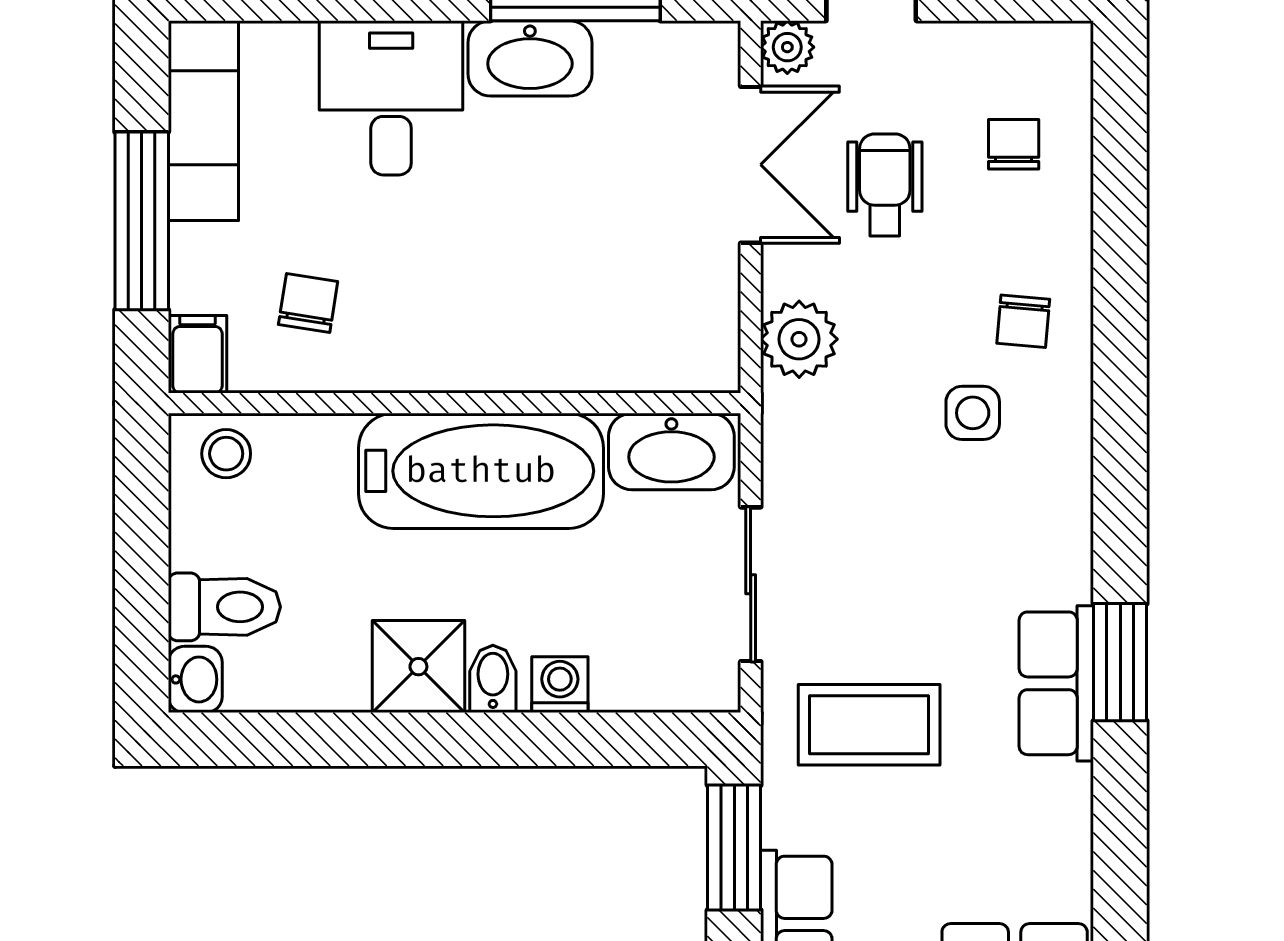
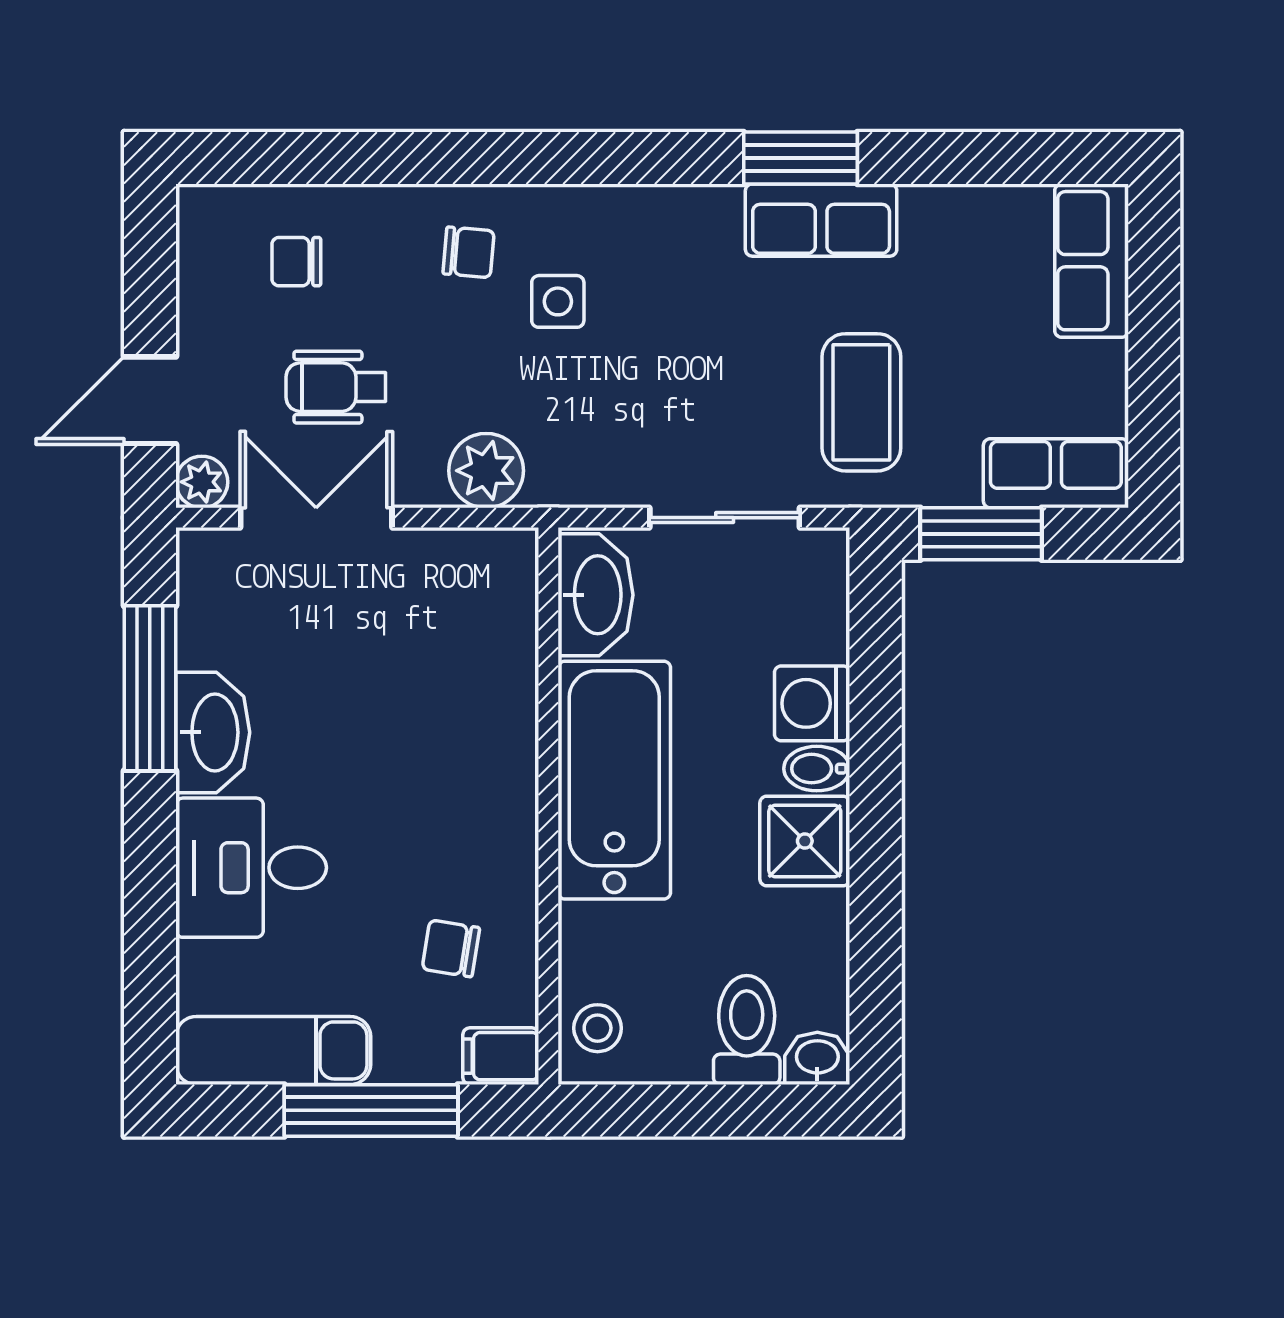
washing machine: (560, 685) -> (812, 703), width x1.38, depth x1.38

